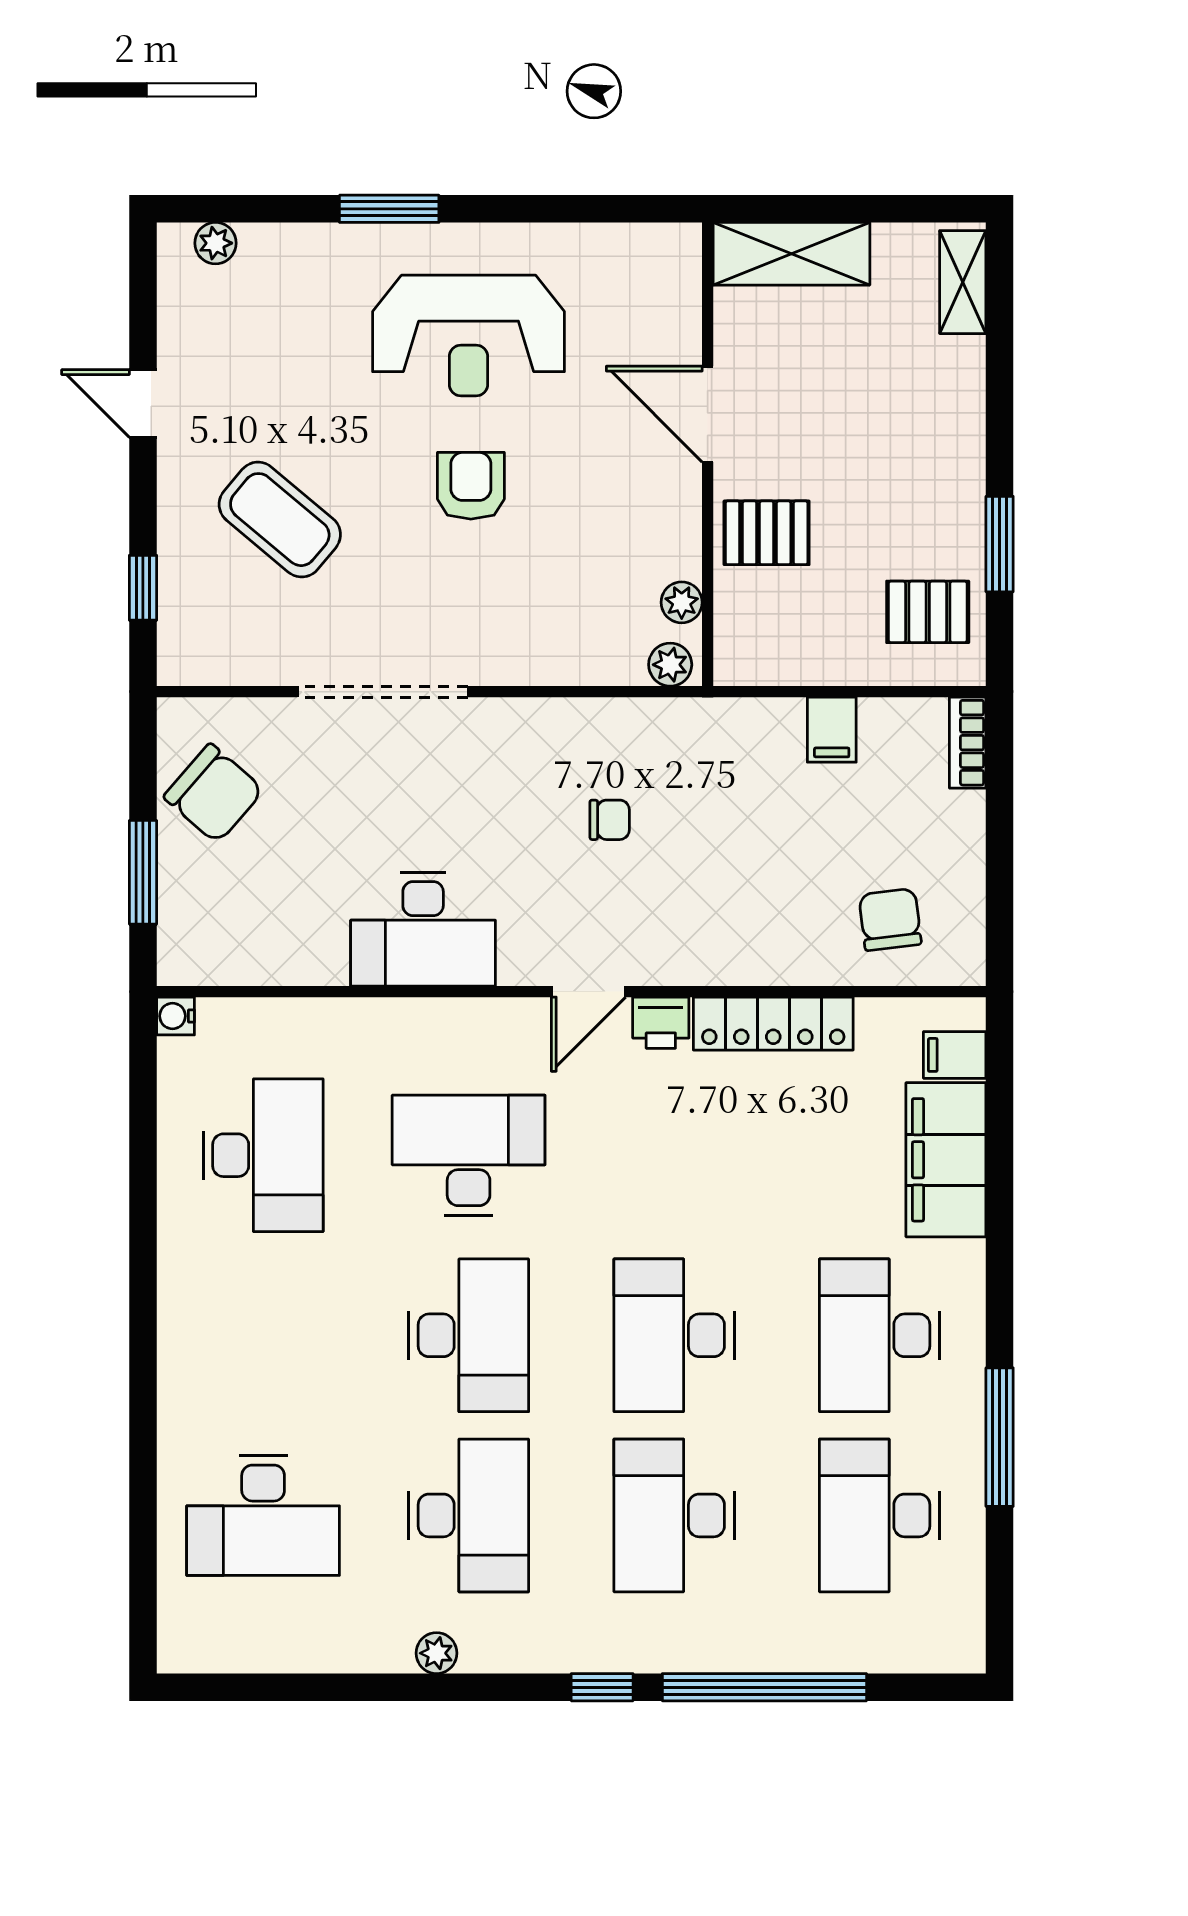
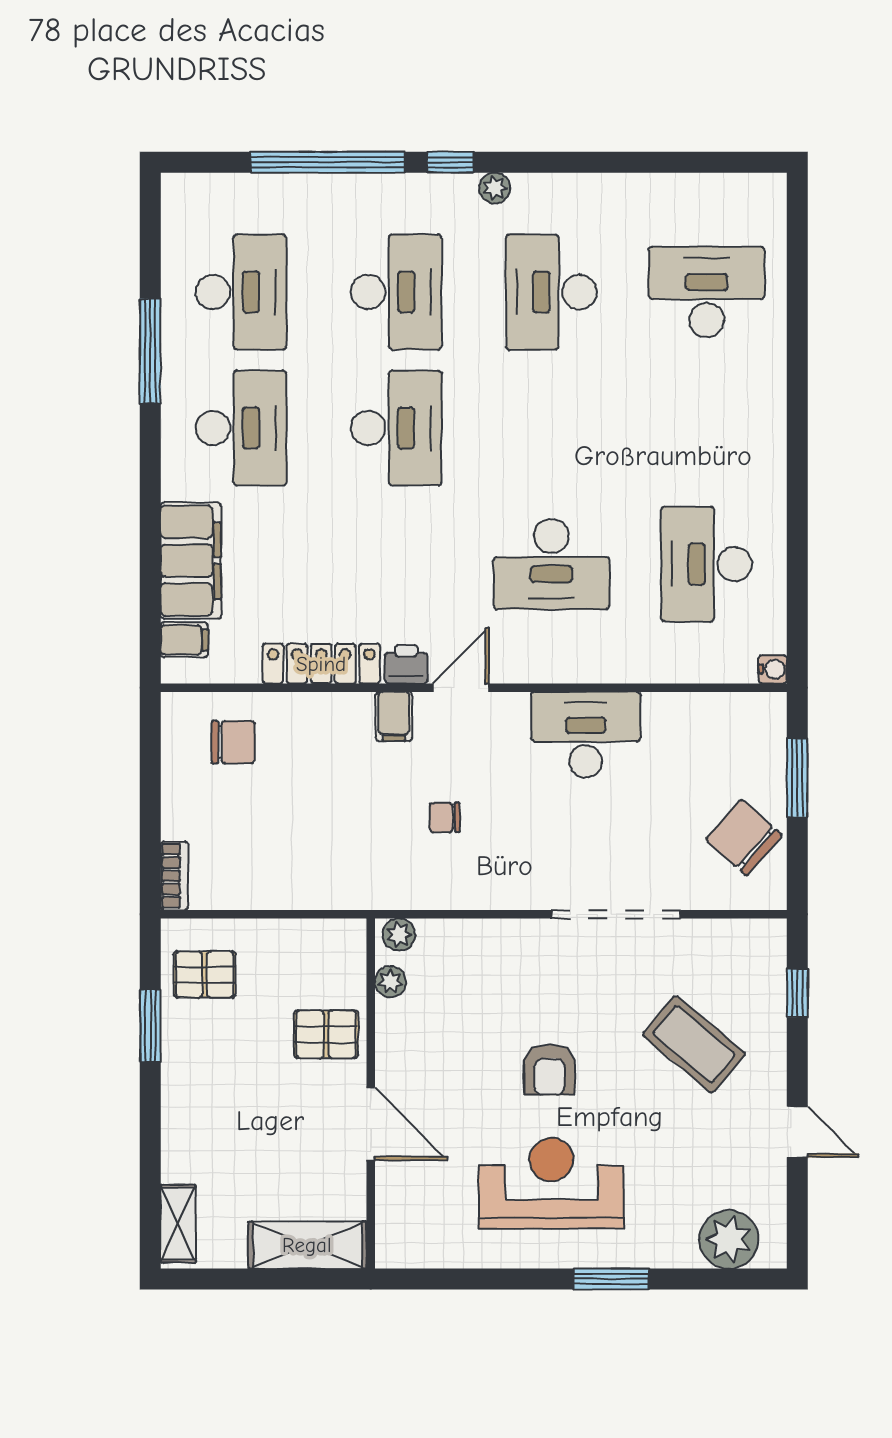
plant: (215, 243) -> (729, 1239), width x1.87, depth x1.87
filing cabinet: (832, 730) -> (394, 716), moved, turned 180
chair: (890, 919) -> (233, 742), turned -83
desk: (469, 1335) -> (551, 428), removed
plant: (436, 1653) -> (495, 188), moved

